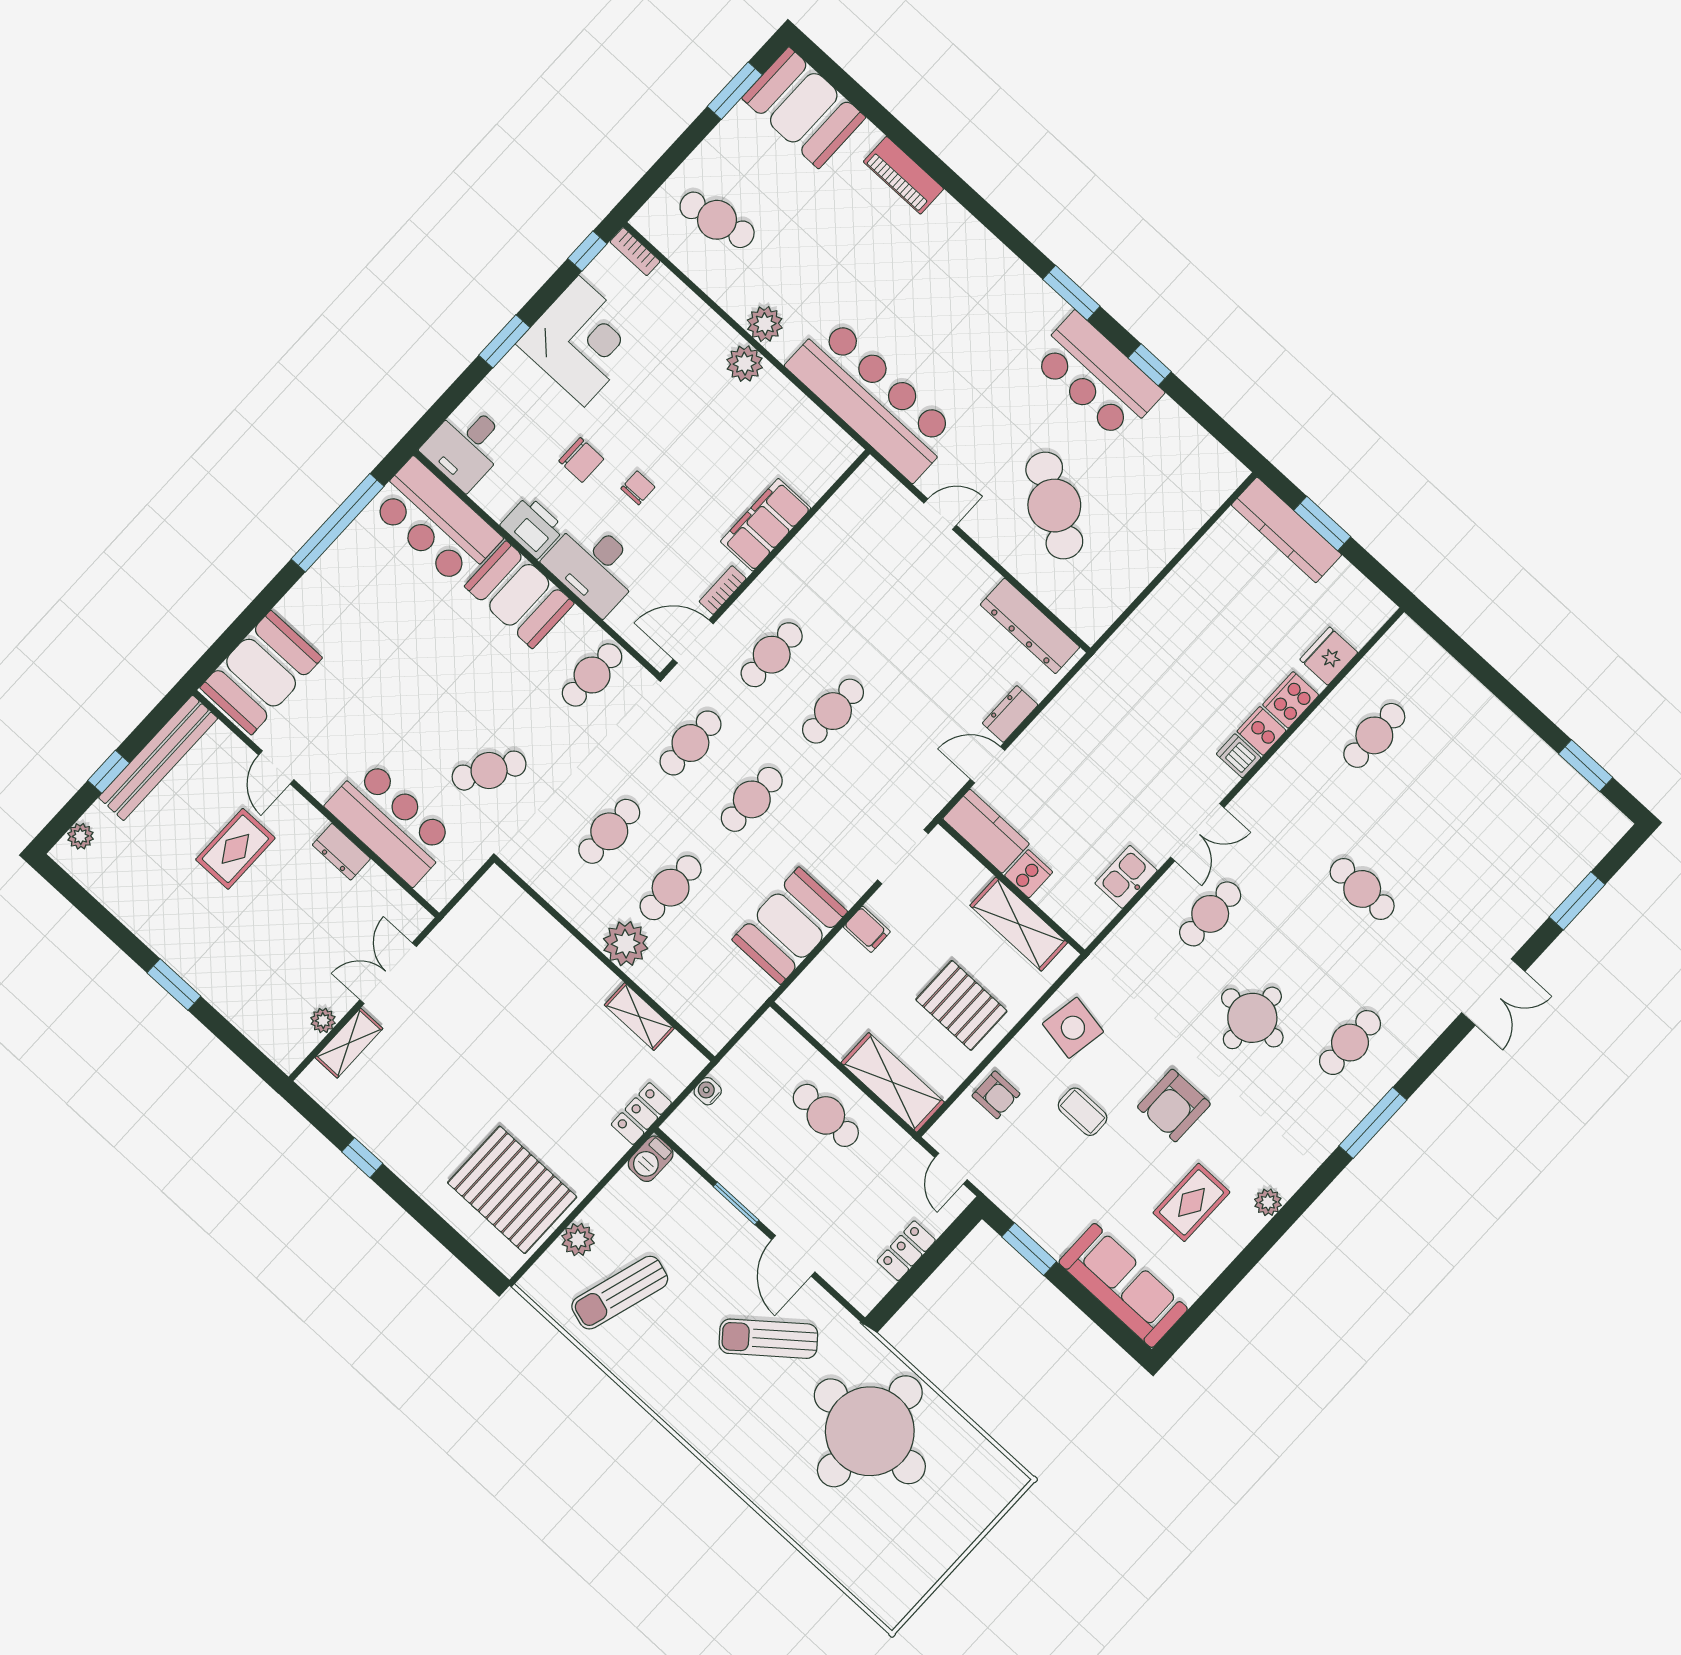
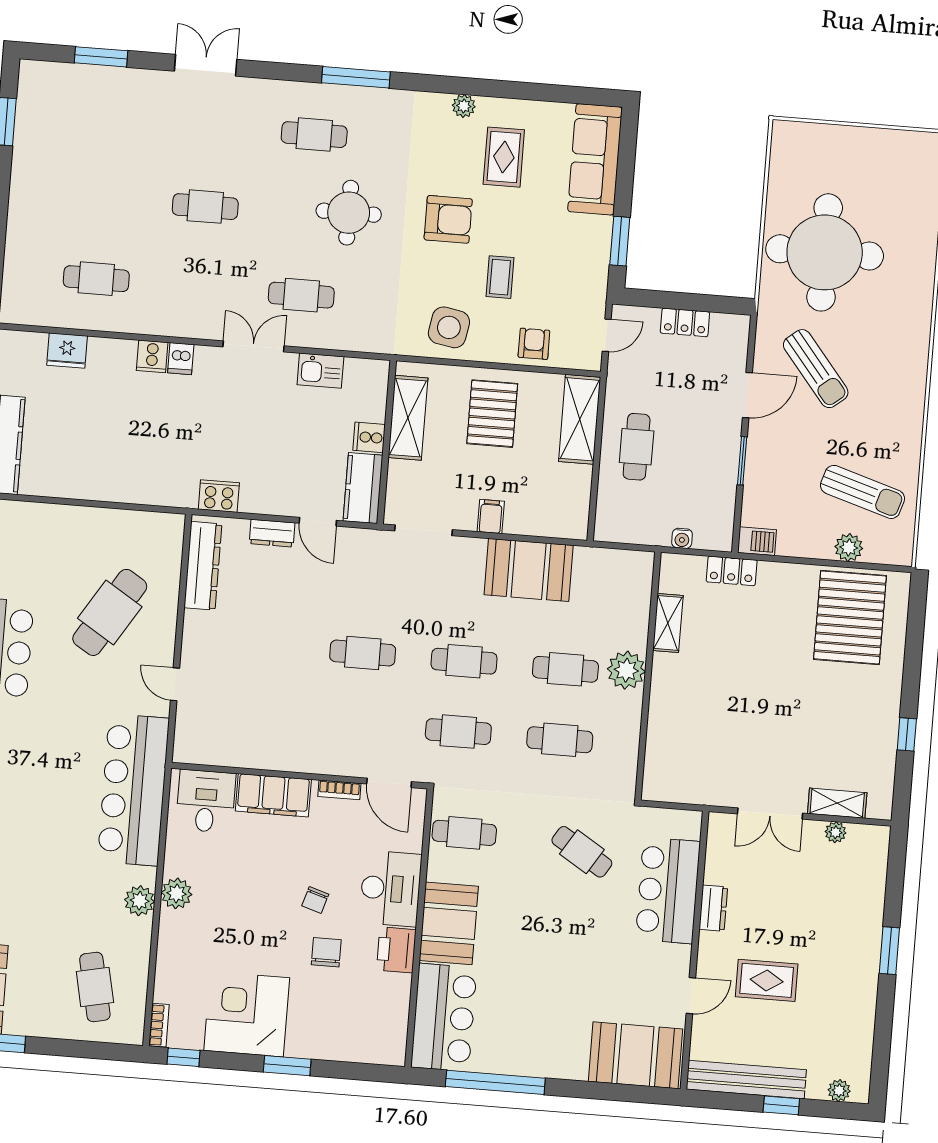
desk: (466, 446) -> (206, 801), moved, turned -90
chair: (638, 488) -> (315, 900), turned -73
cafe table: (772, 655) -> (357, 723), removed
cooker: (1291, 700) -> (219, 496), moved, turned 180
cafe table: (1362, 889) -> (205, 207), turned 90
rug: (1191, 1202) -> (504, 157), turned 90

